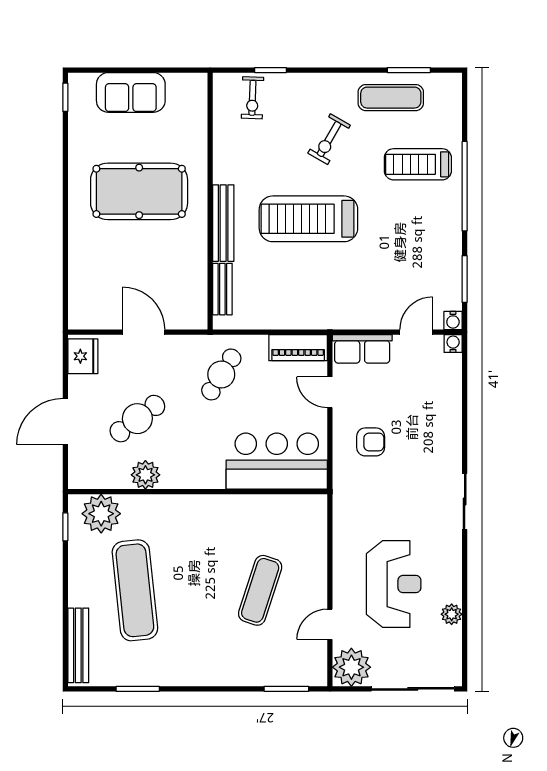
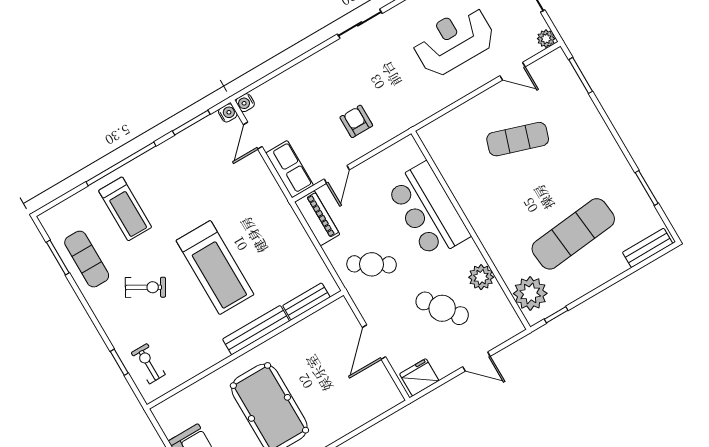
exercise bike: (252, 98) -> (148, 364), turned -92
door: (416, 332) -> (253, 136), hinge flipped
door: (65, 422) -> (476, 362), width x0.73
bar counter: (277, 461) -> (428, 210), moved
bench: (78, 645) -> (648, 248), width x0.73
plant: (351, 667) -> (546, 39), width x0.53, depth x0.53

